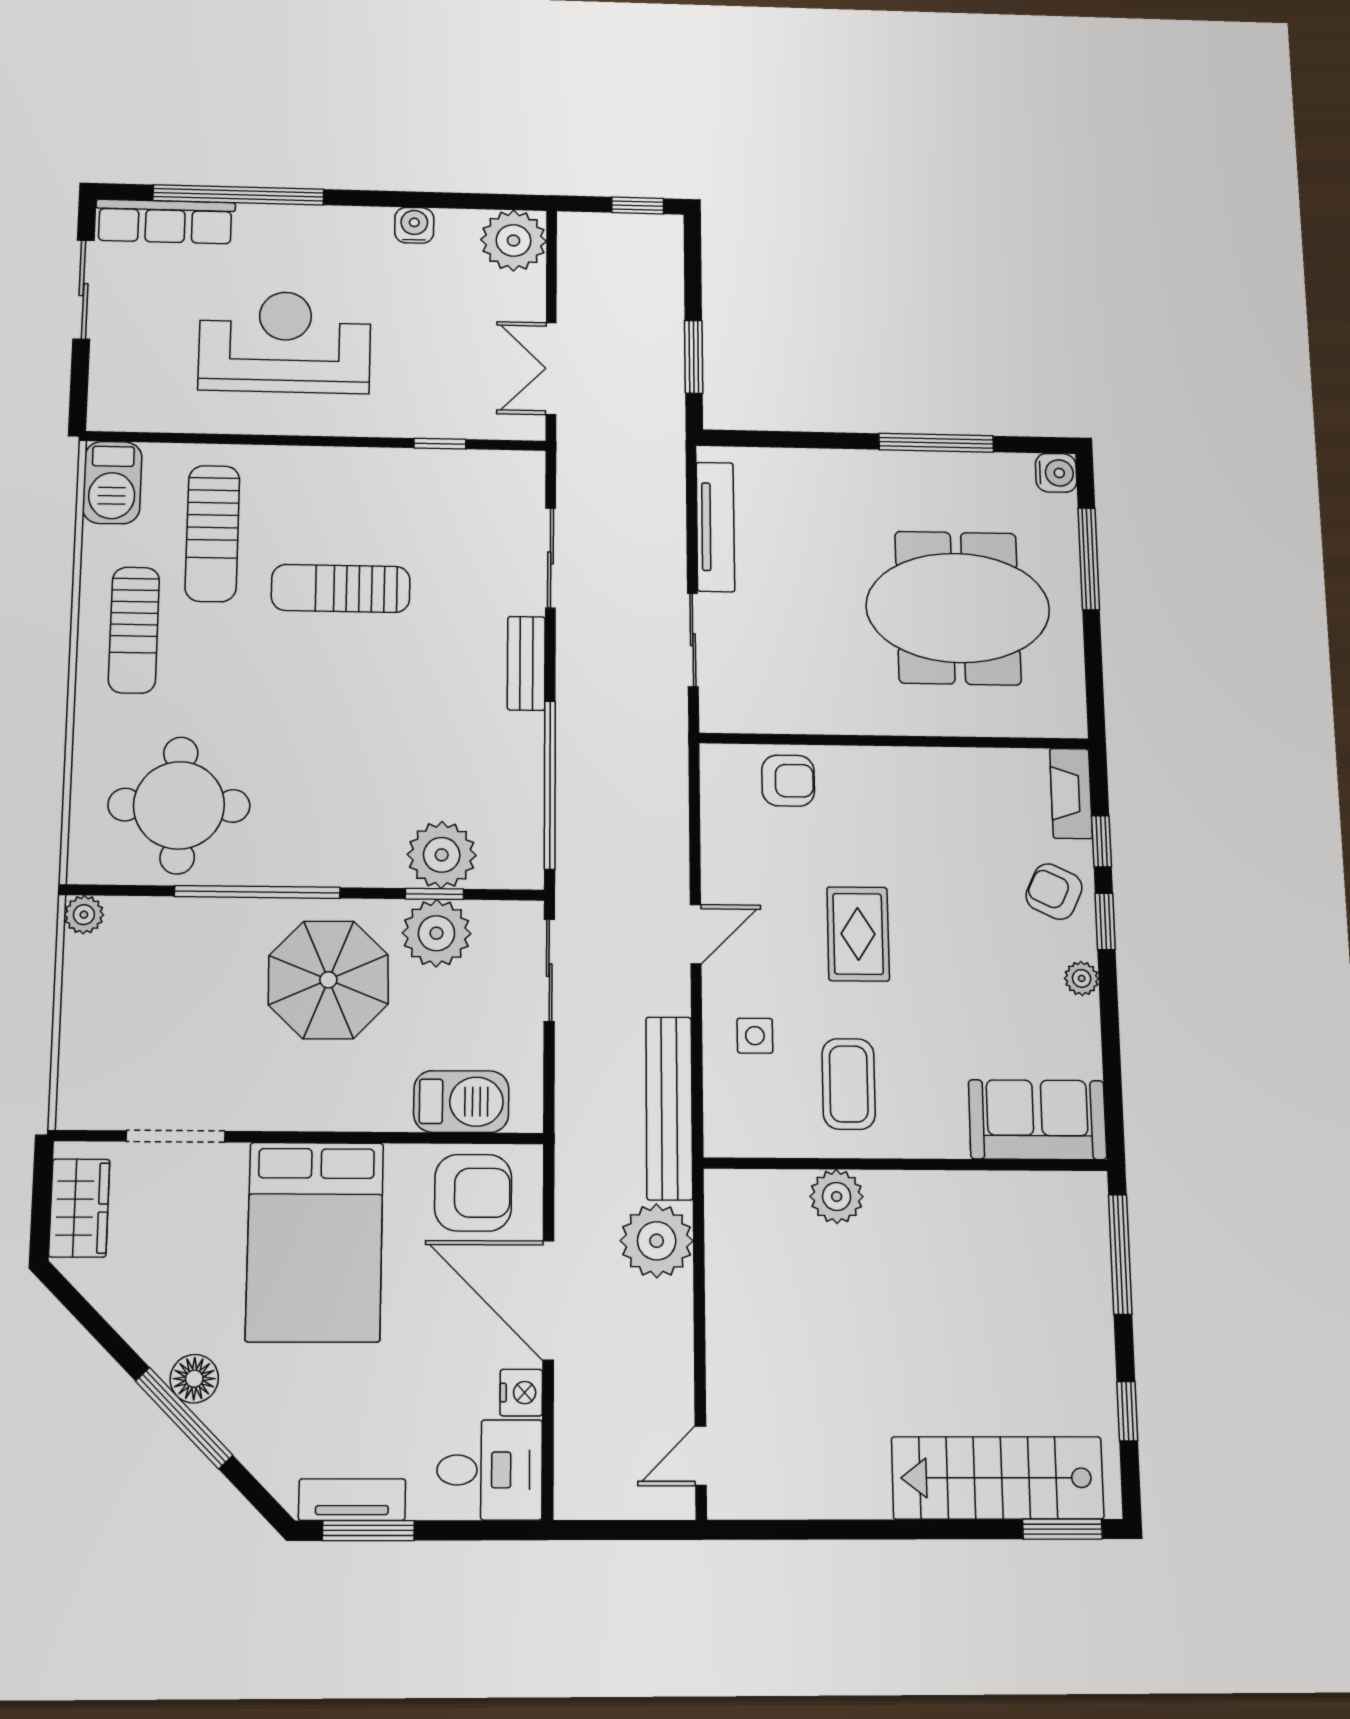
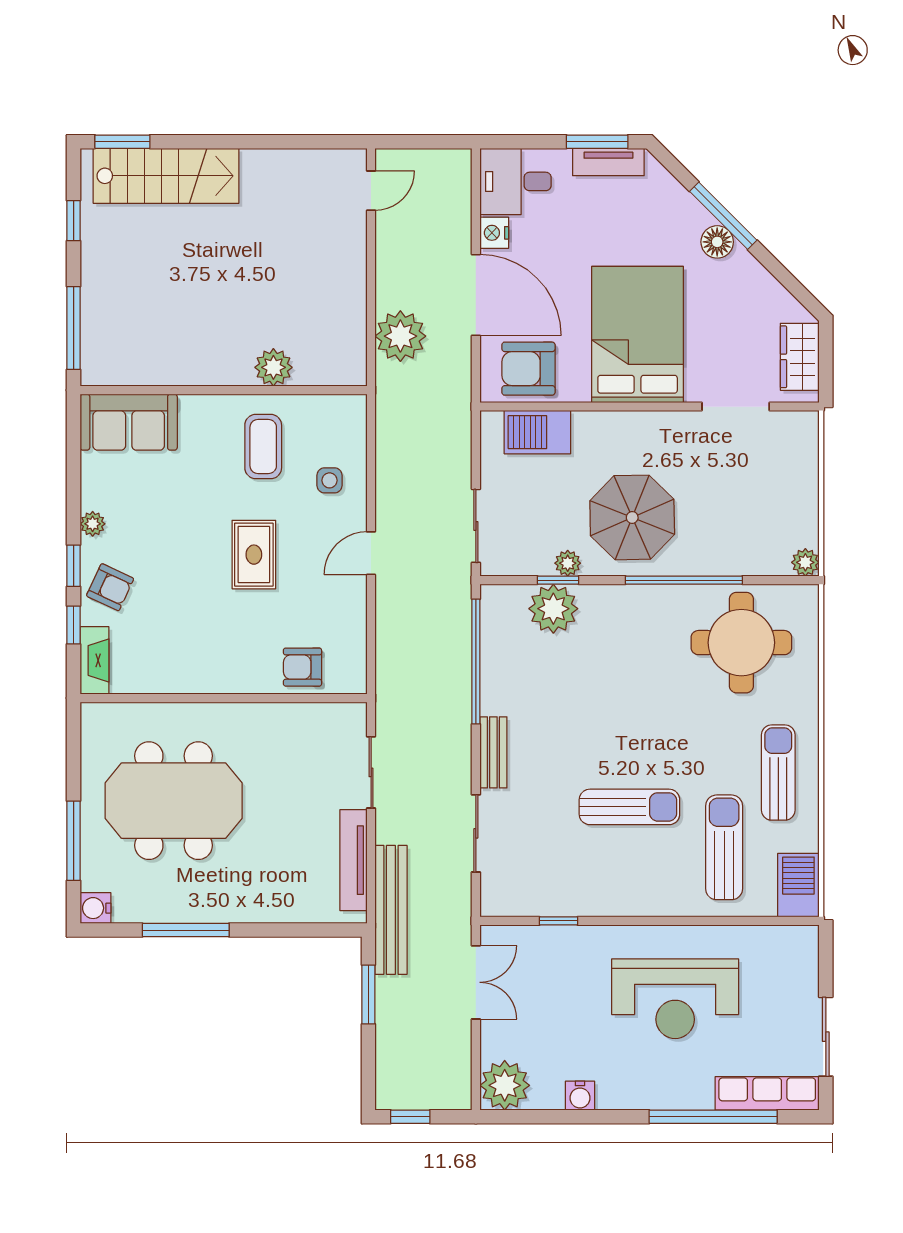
plant: (436, 933) -> (568, 563), width x0.53, depth x0.53
bench: (669, 1108) -> (391, 910), moved

